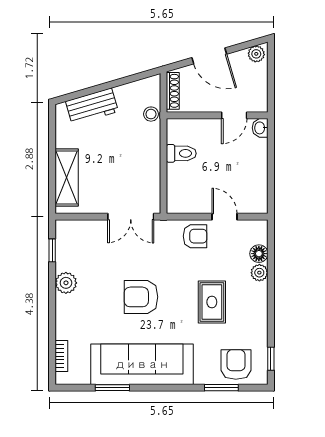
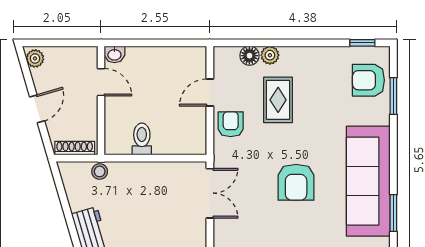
door: (209, 56) -> (37, 109), width x0.73
rug: (212, 302) -> (278, 100), moved, turned 90

